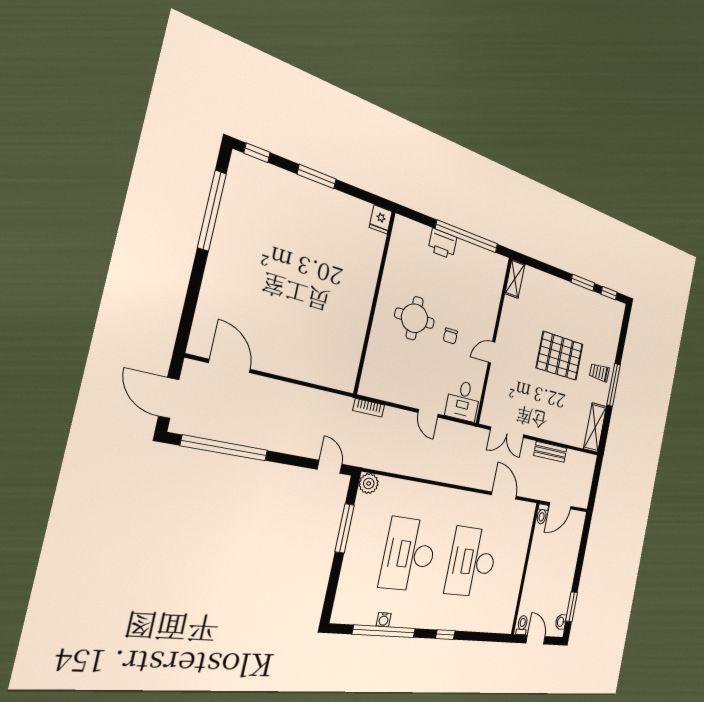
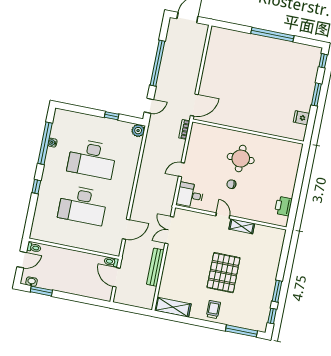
window: (212, 211) -> (272, 35), moved
fridge: (381, 219) -> (301, 118), moved
window: (467, 236) -> (296, 194), removed
printer: (442, 244) -> (283, 206), moved
shelving: (515, 279) -> (242, 226), moved
door: (230, 366) -> (194, 105), moved
window: (614, 385) -> (241, 331), moved
window: (225, 448) -> (157, 63), moved
bench: (550, 452) -> (155, 267), width x1.36
window: (345, 528) -> (112, 116), width x0.46
desk: (409, 554) -> (92, 159), turned 180
desk: (472, 562) -> (83, 205), turned 180

